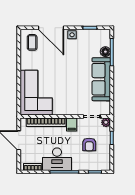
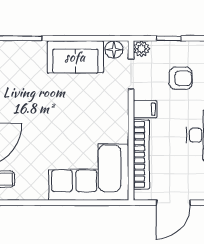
floor lamp: (105, 52) -> (114, 50), moved
sofa: (101, 79) -> (75, 57), width x0.73

